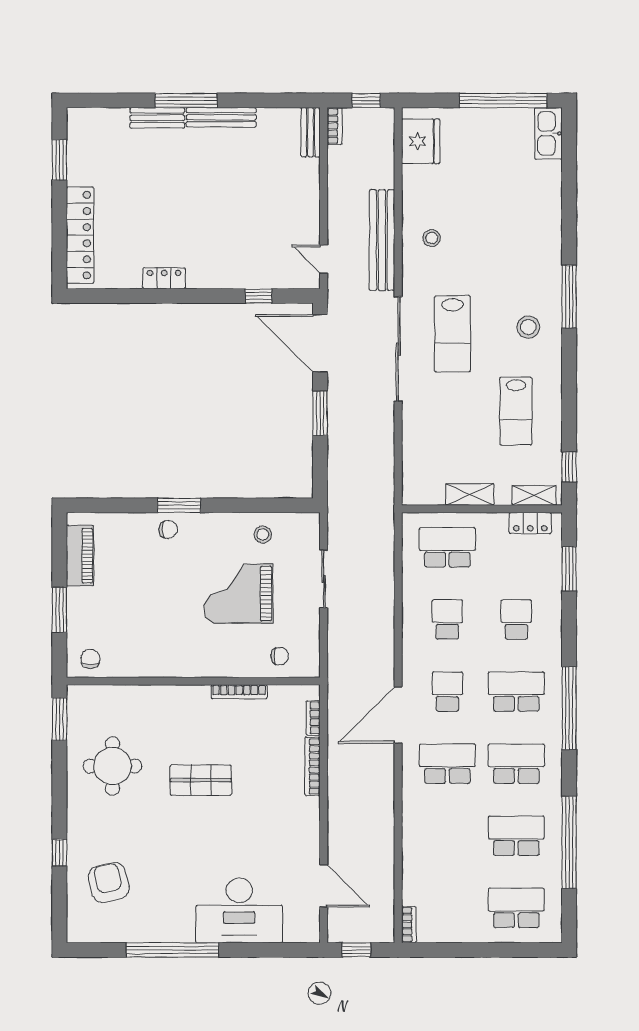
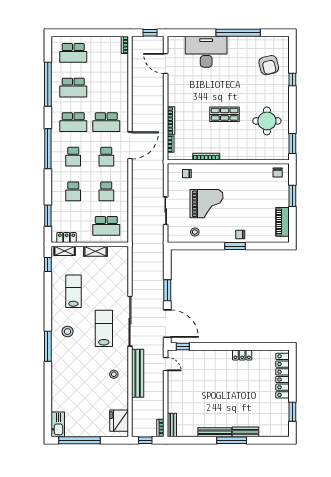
window: (259, 296) -> (183, 346), moved
school desk: (516, 692) -> (73, 157), width x0.54

